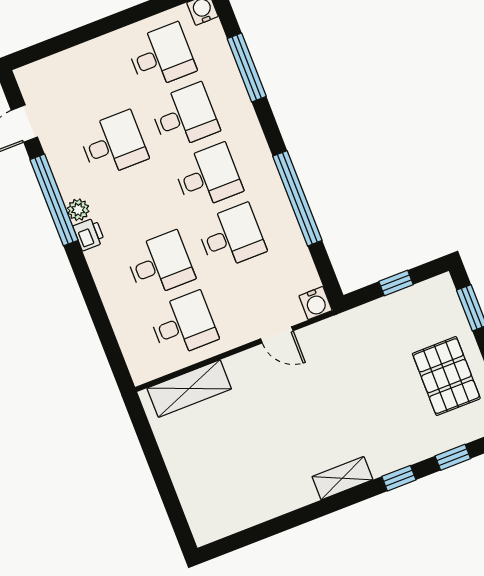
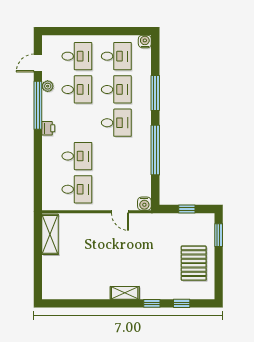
window: (247, 68) -> (155, 93), moved
plant: (78, 210) -> (48, 86), moved
desk: (231, 237) -> (77, 56), moved
shelving: (189, 389) -> (50, 234), moved, turned 90

